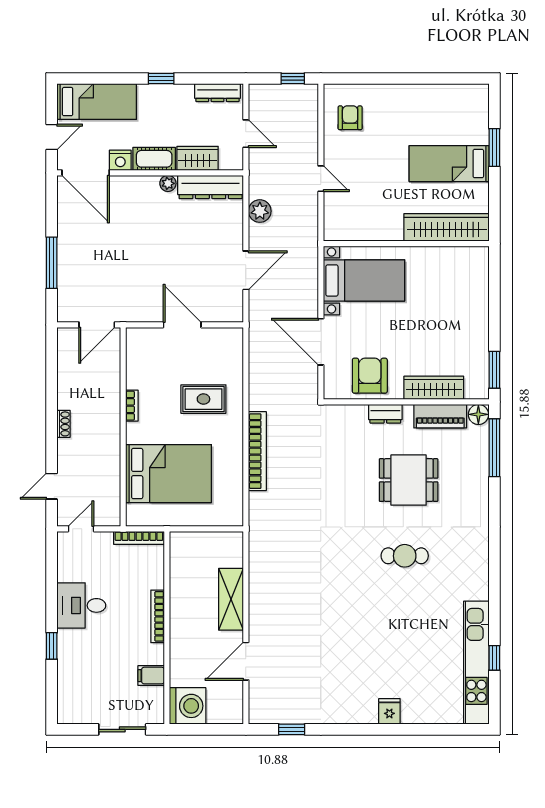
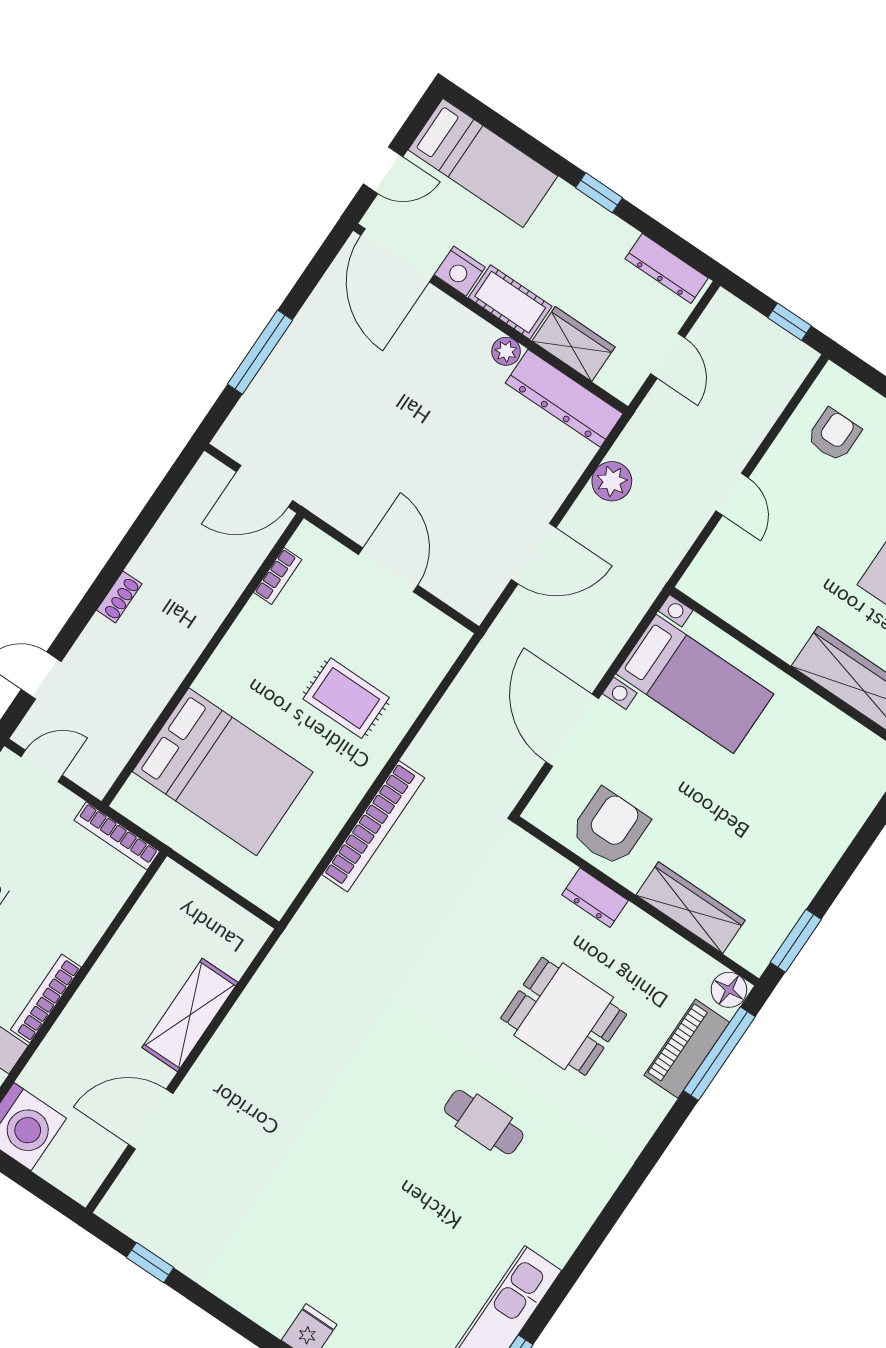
bookcase: (132, 406) -> (278, 576), moved
piano: (440, 416) -> (687, 1049), moved, turned 90
bookcase: (158, 616) -> (46, 999), moved

